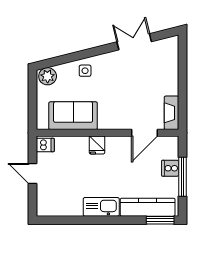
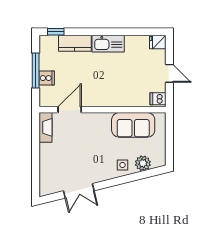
plant: (48, 76) -> (143, 163), moved
fridge: (97, 145) -> (158, 42), moved, turned -90
kitchen counter: (148, 207) -> (75, 43), width x0.67
window: (160, 220) -> (56, 32), width x0.67

